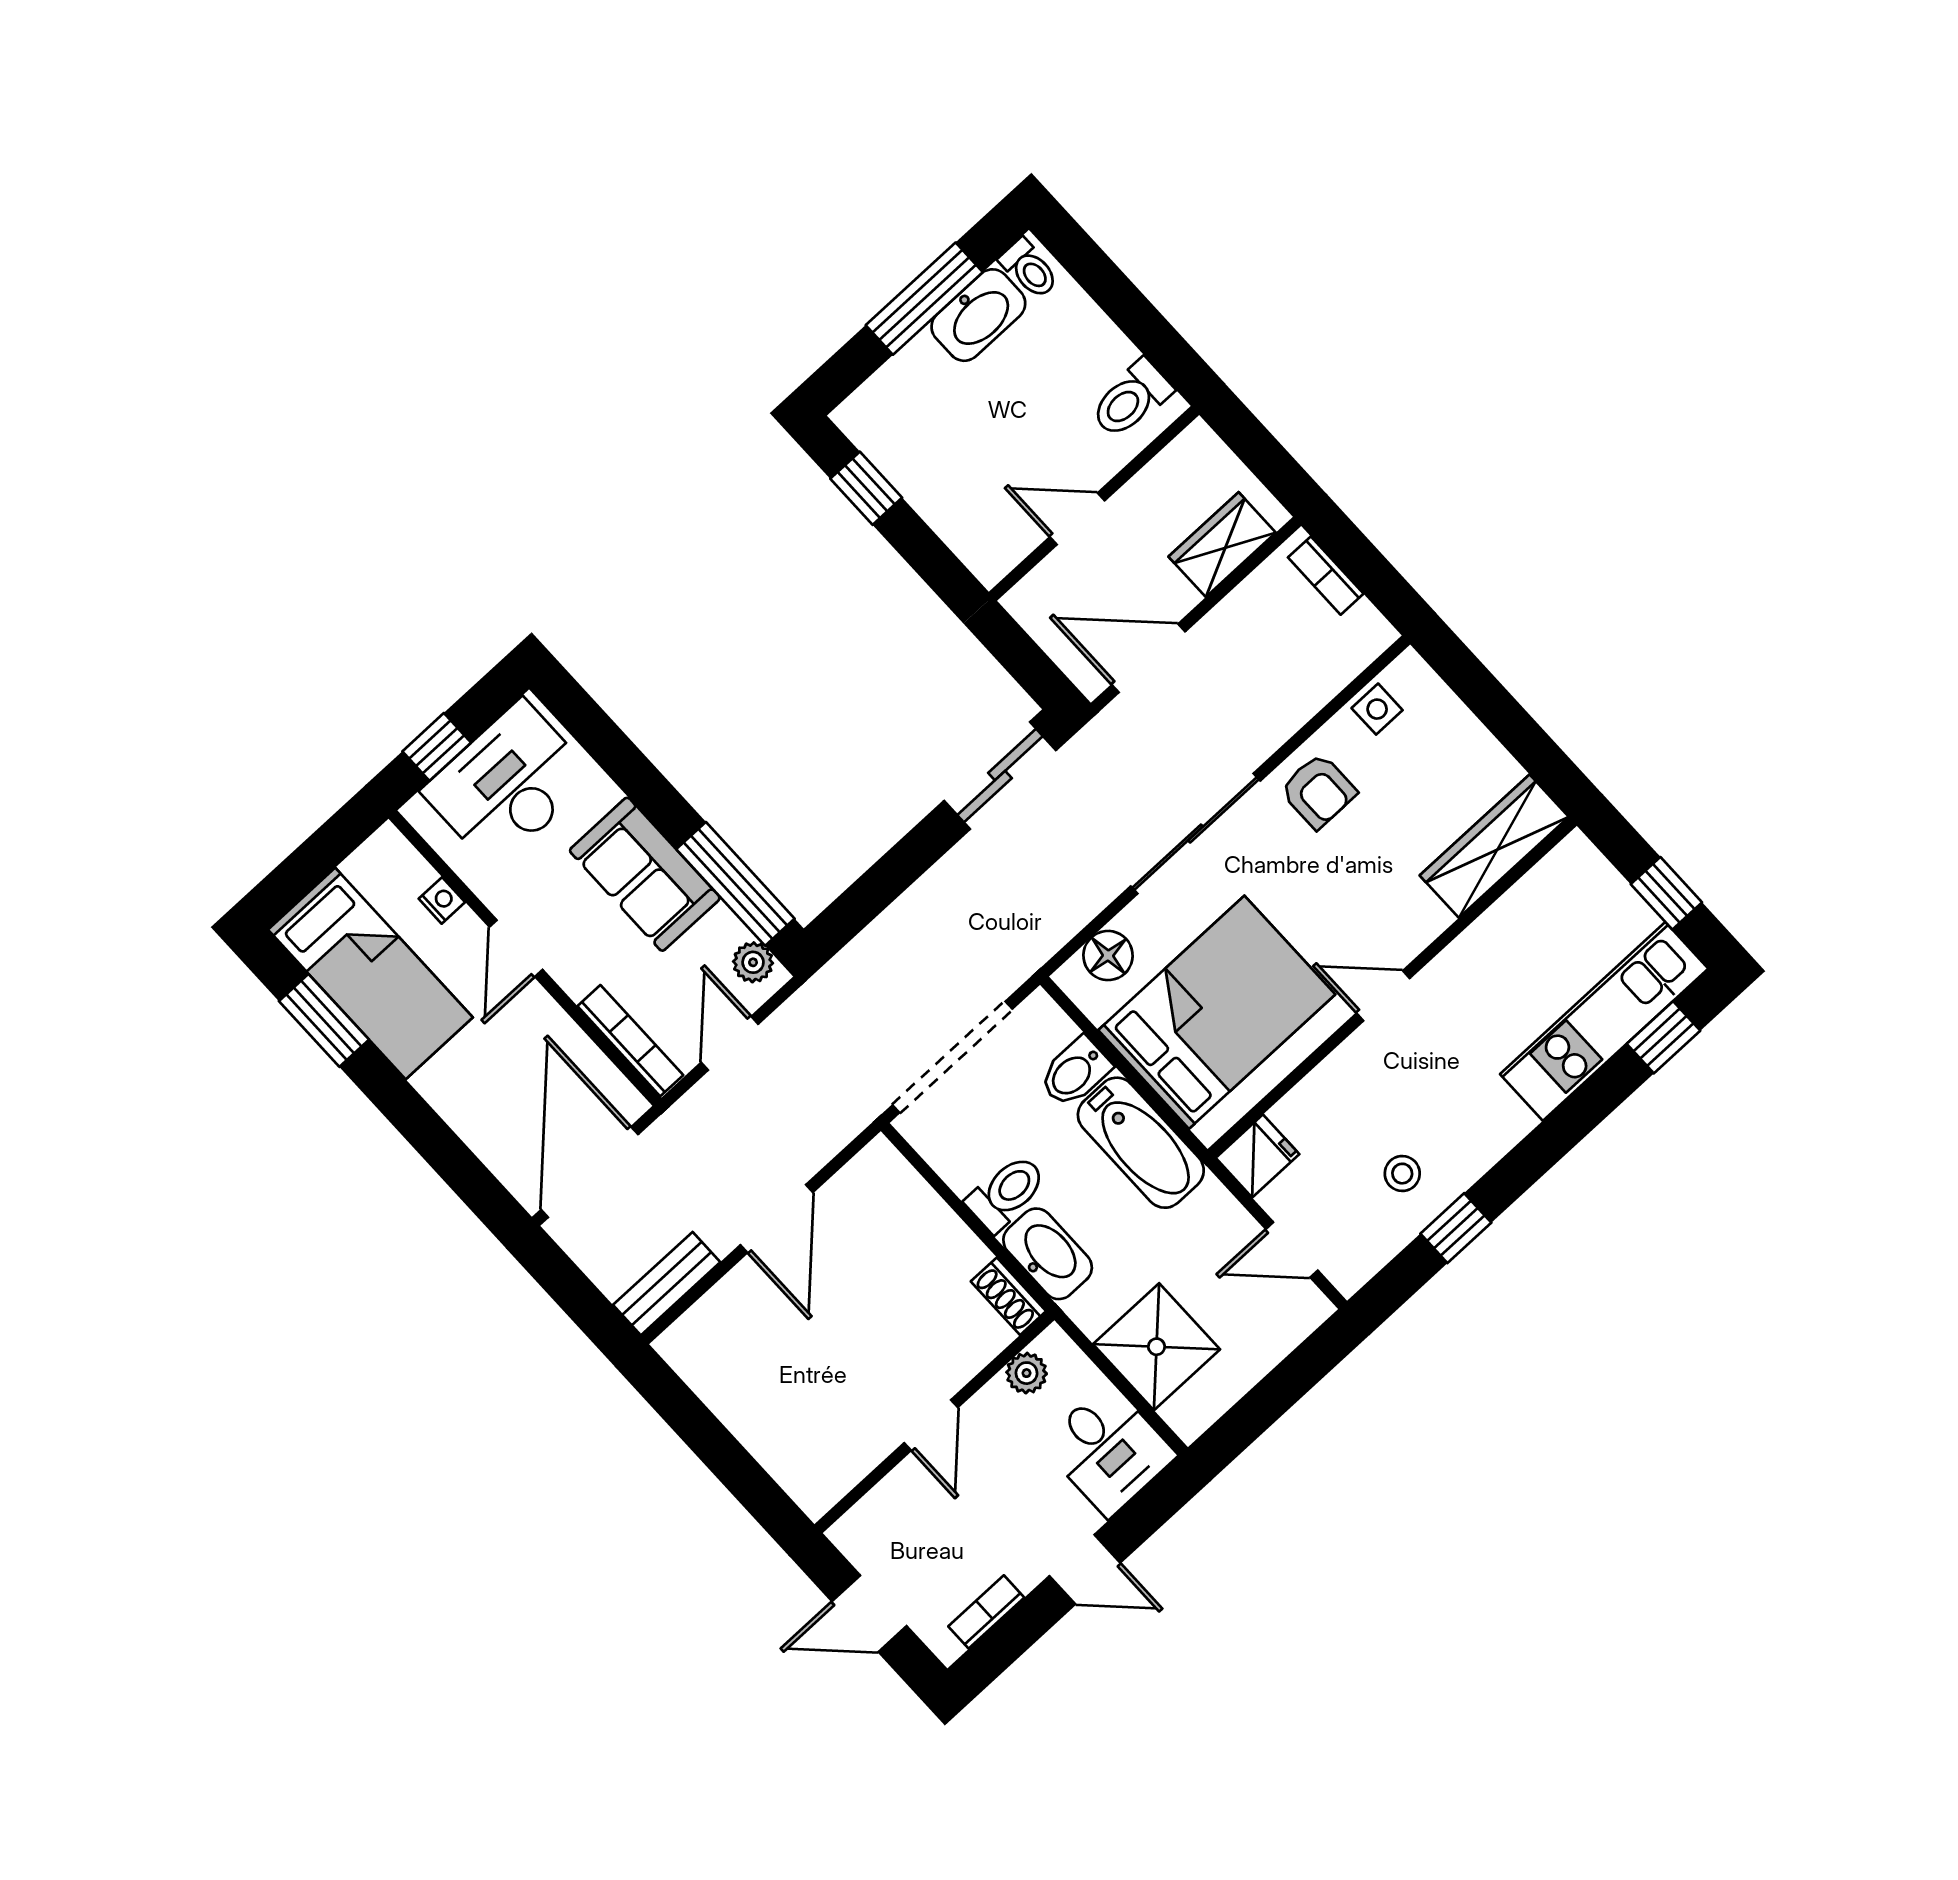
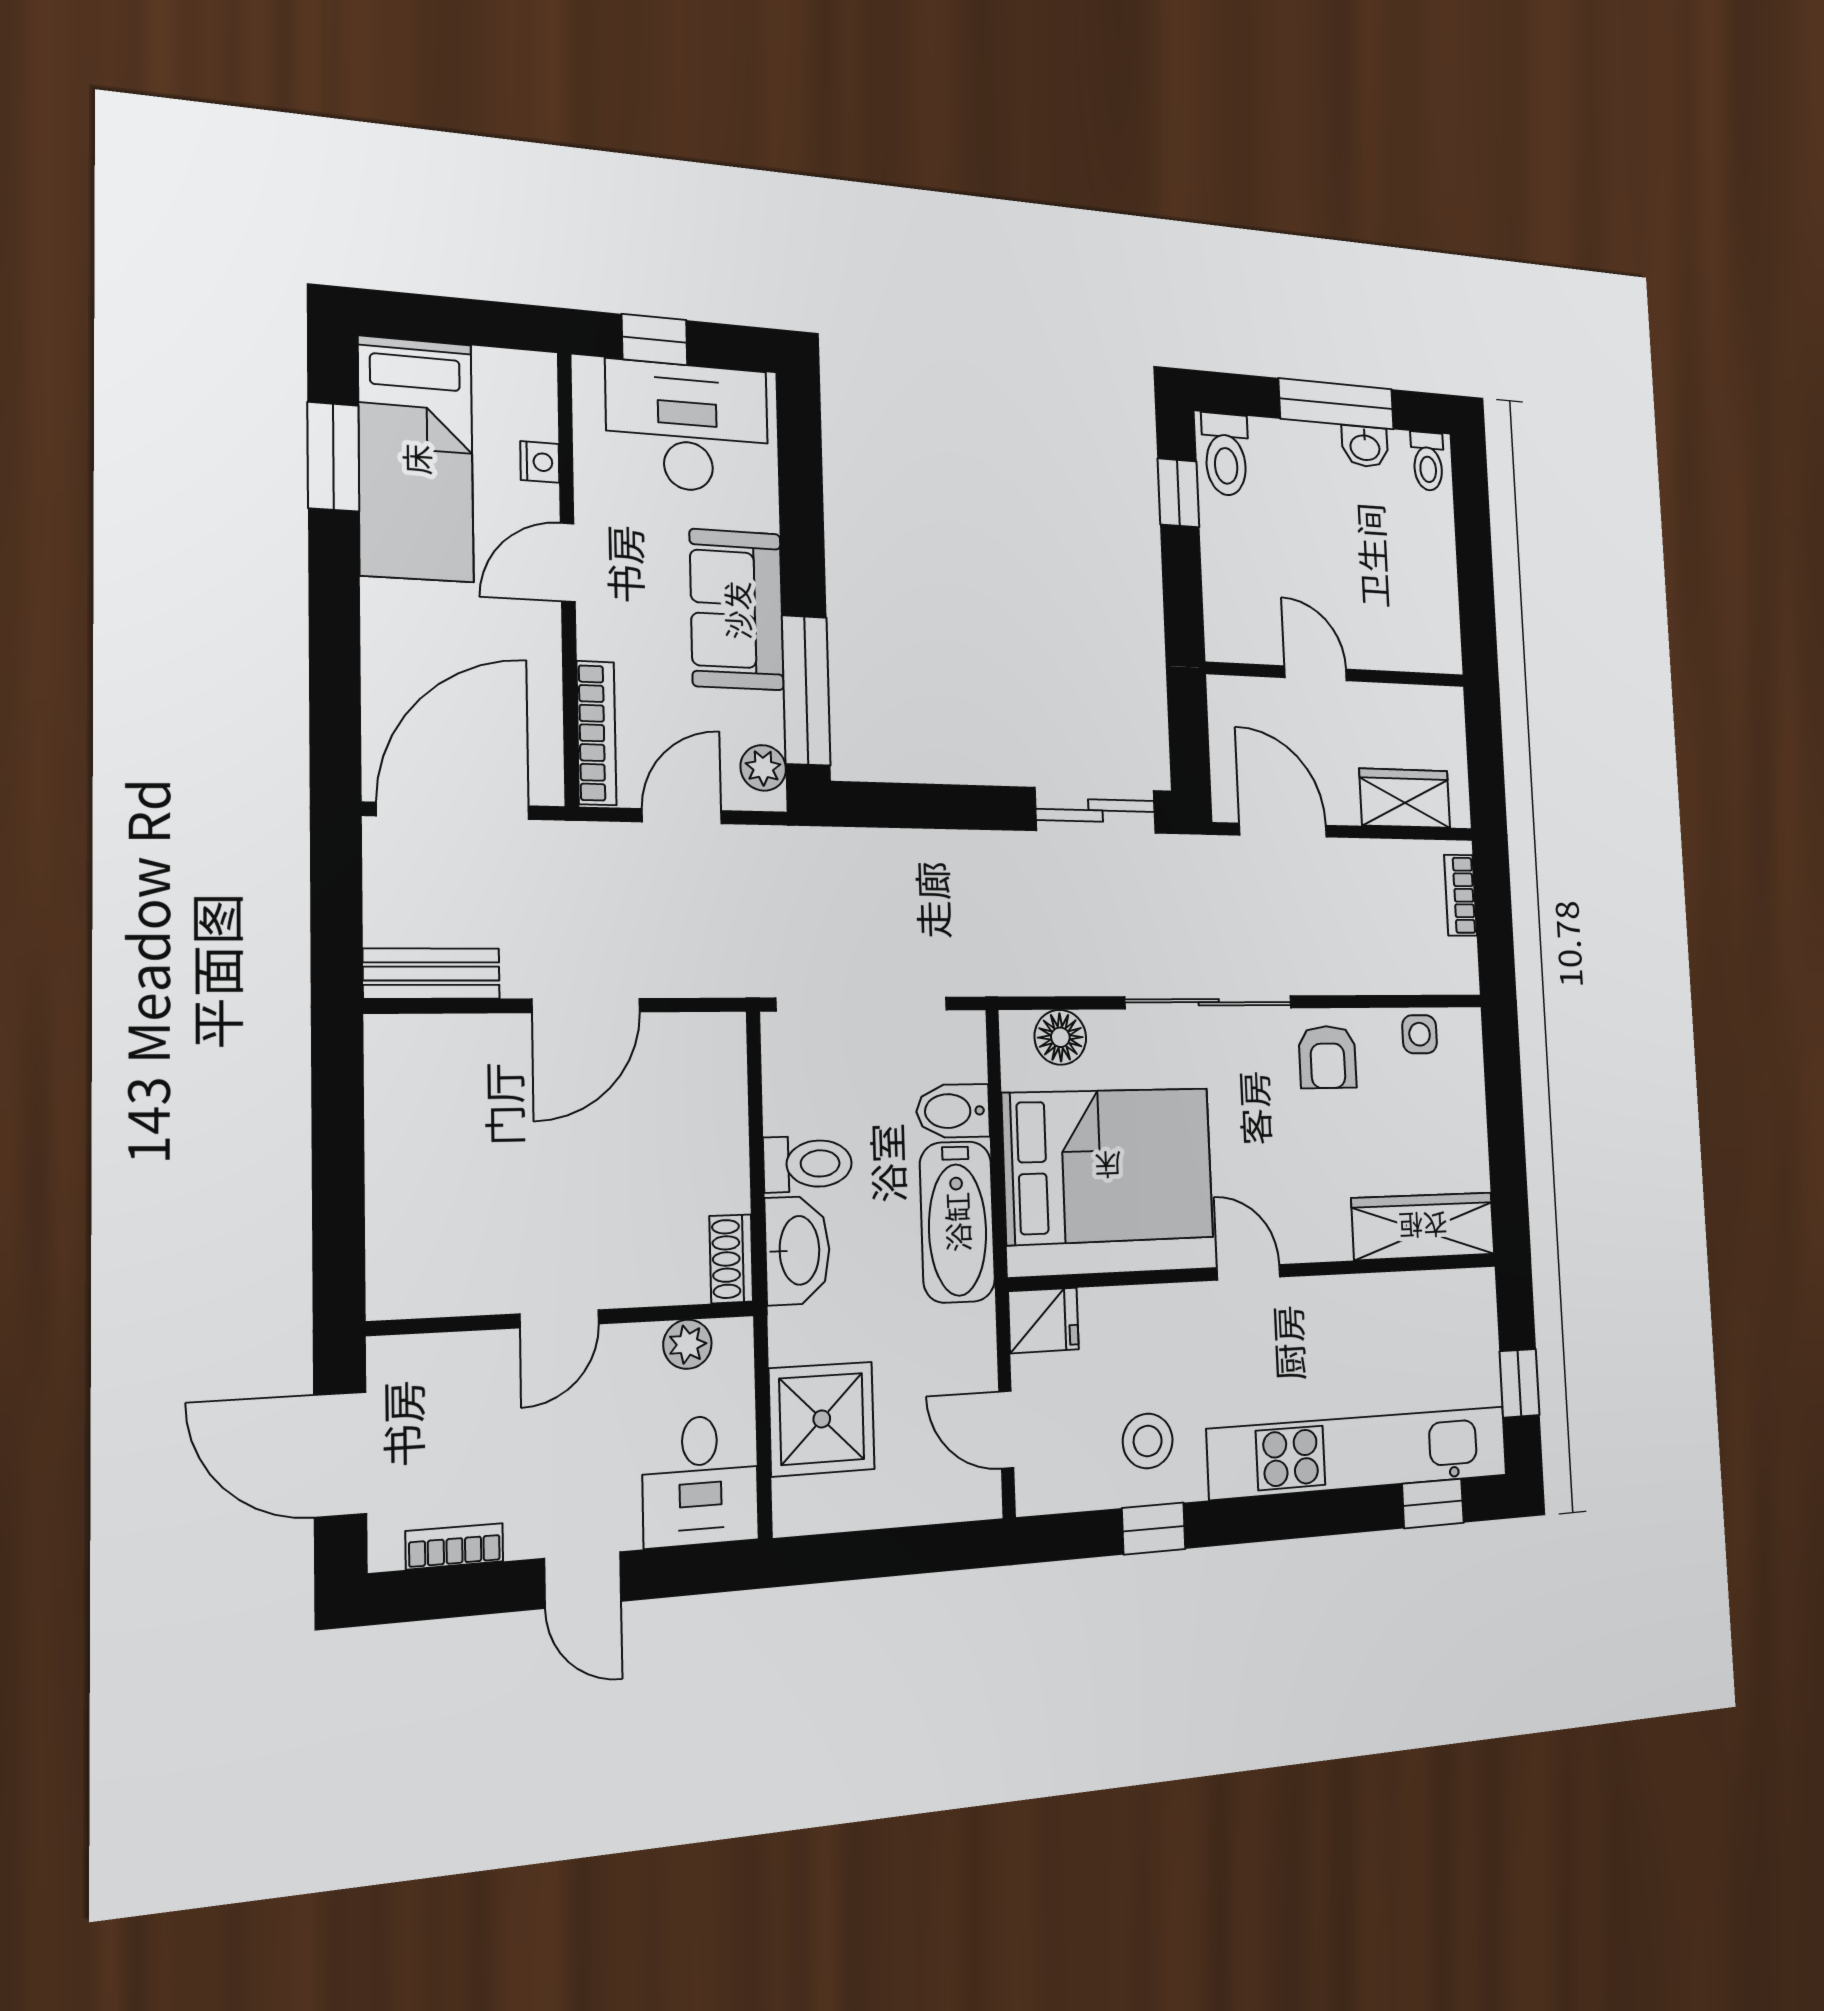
washbasin: (978, 315) -> (1365, 447), width x0.52, depth x0.69
toilet: (1131, 399) -> (1226, 454), moved, turned -90
kitchen unit: (1604, 1021) -> (1360, 1452), width x1.36
stool: (1402, 1174) -> (1148, 1441), width x1.37, depth x1.37
door: (869, 1614) -> (340, 1455), width x1.38

